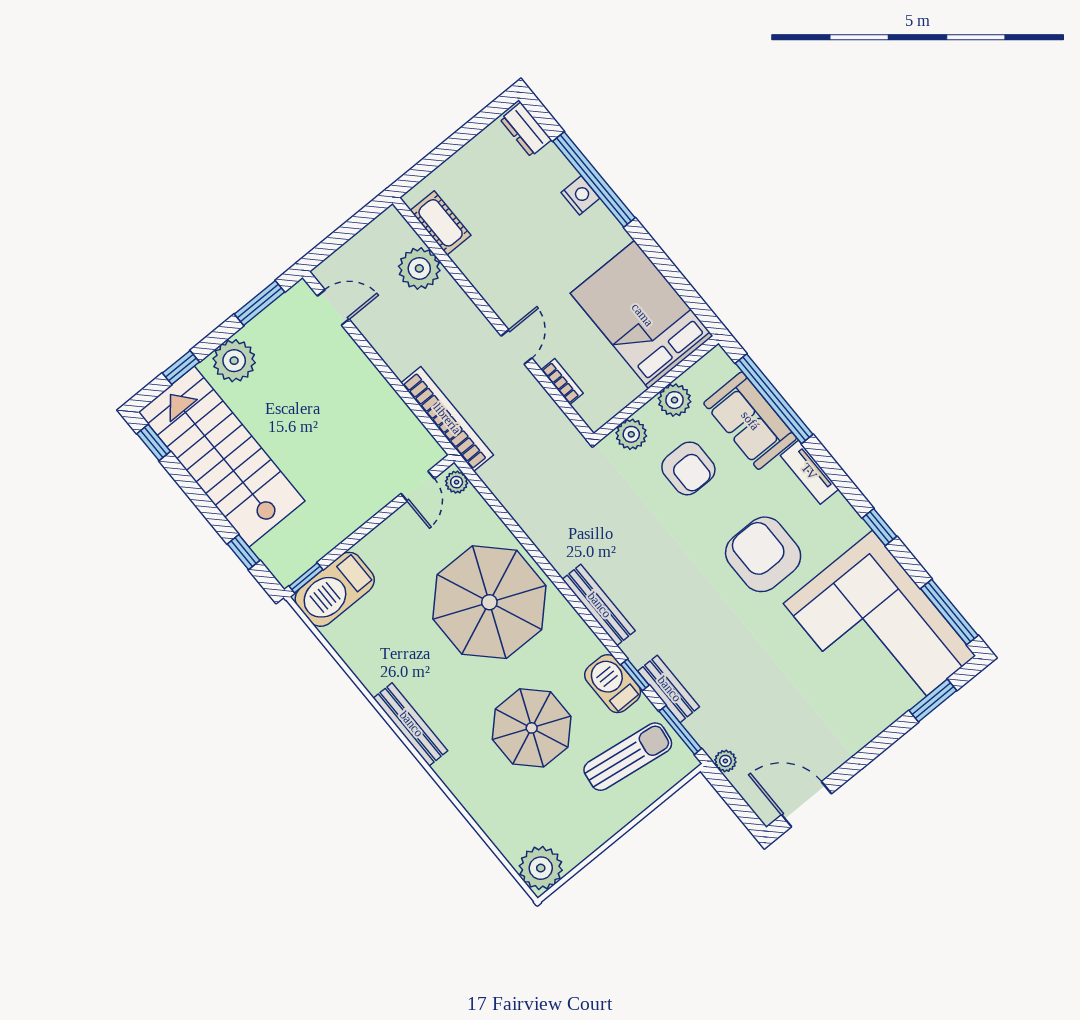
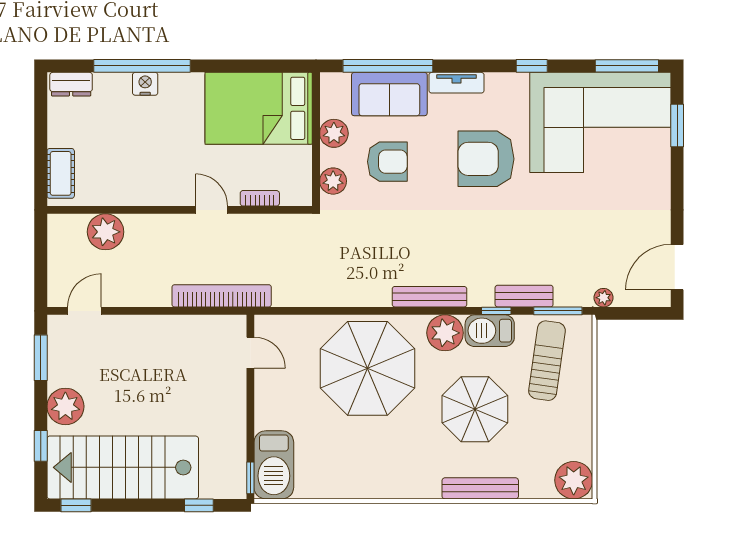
cot: (441, 223) -> (61, 173), moved, turned 90
plant: (457, 482) -> (445, 333), moved, width x1.88, depth x1.88
bench: (411, 724) -> (480, 488), moved

